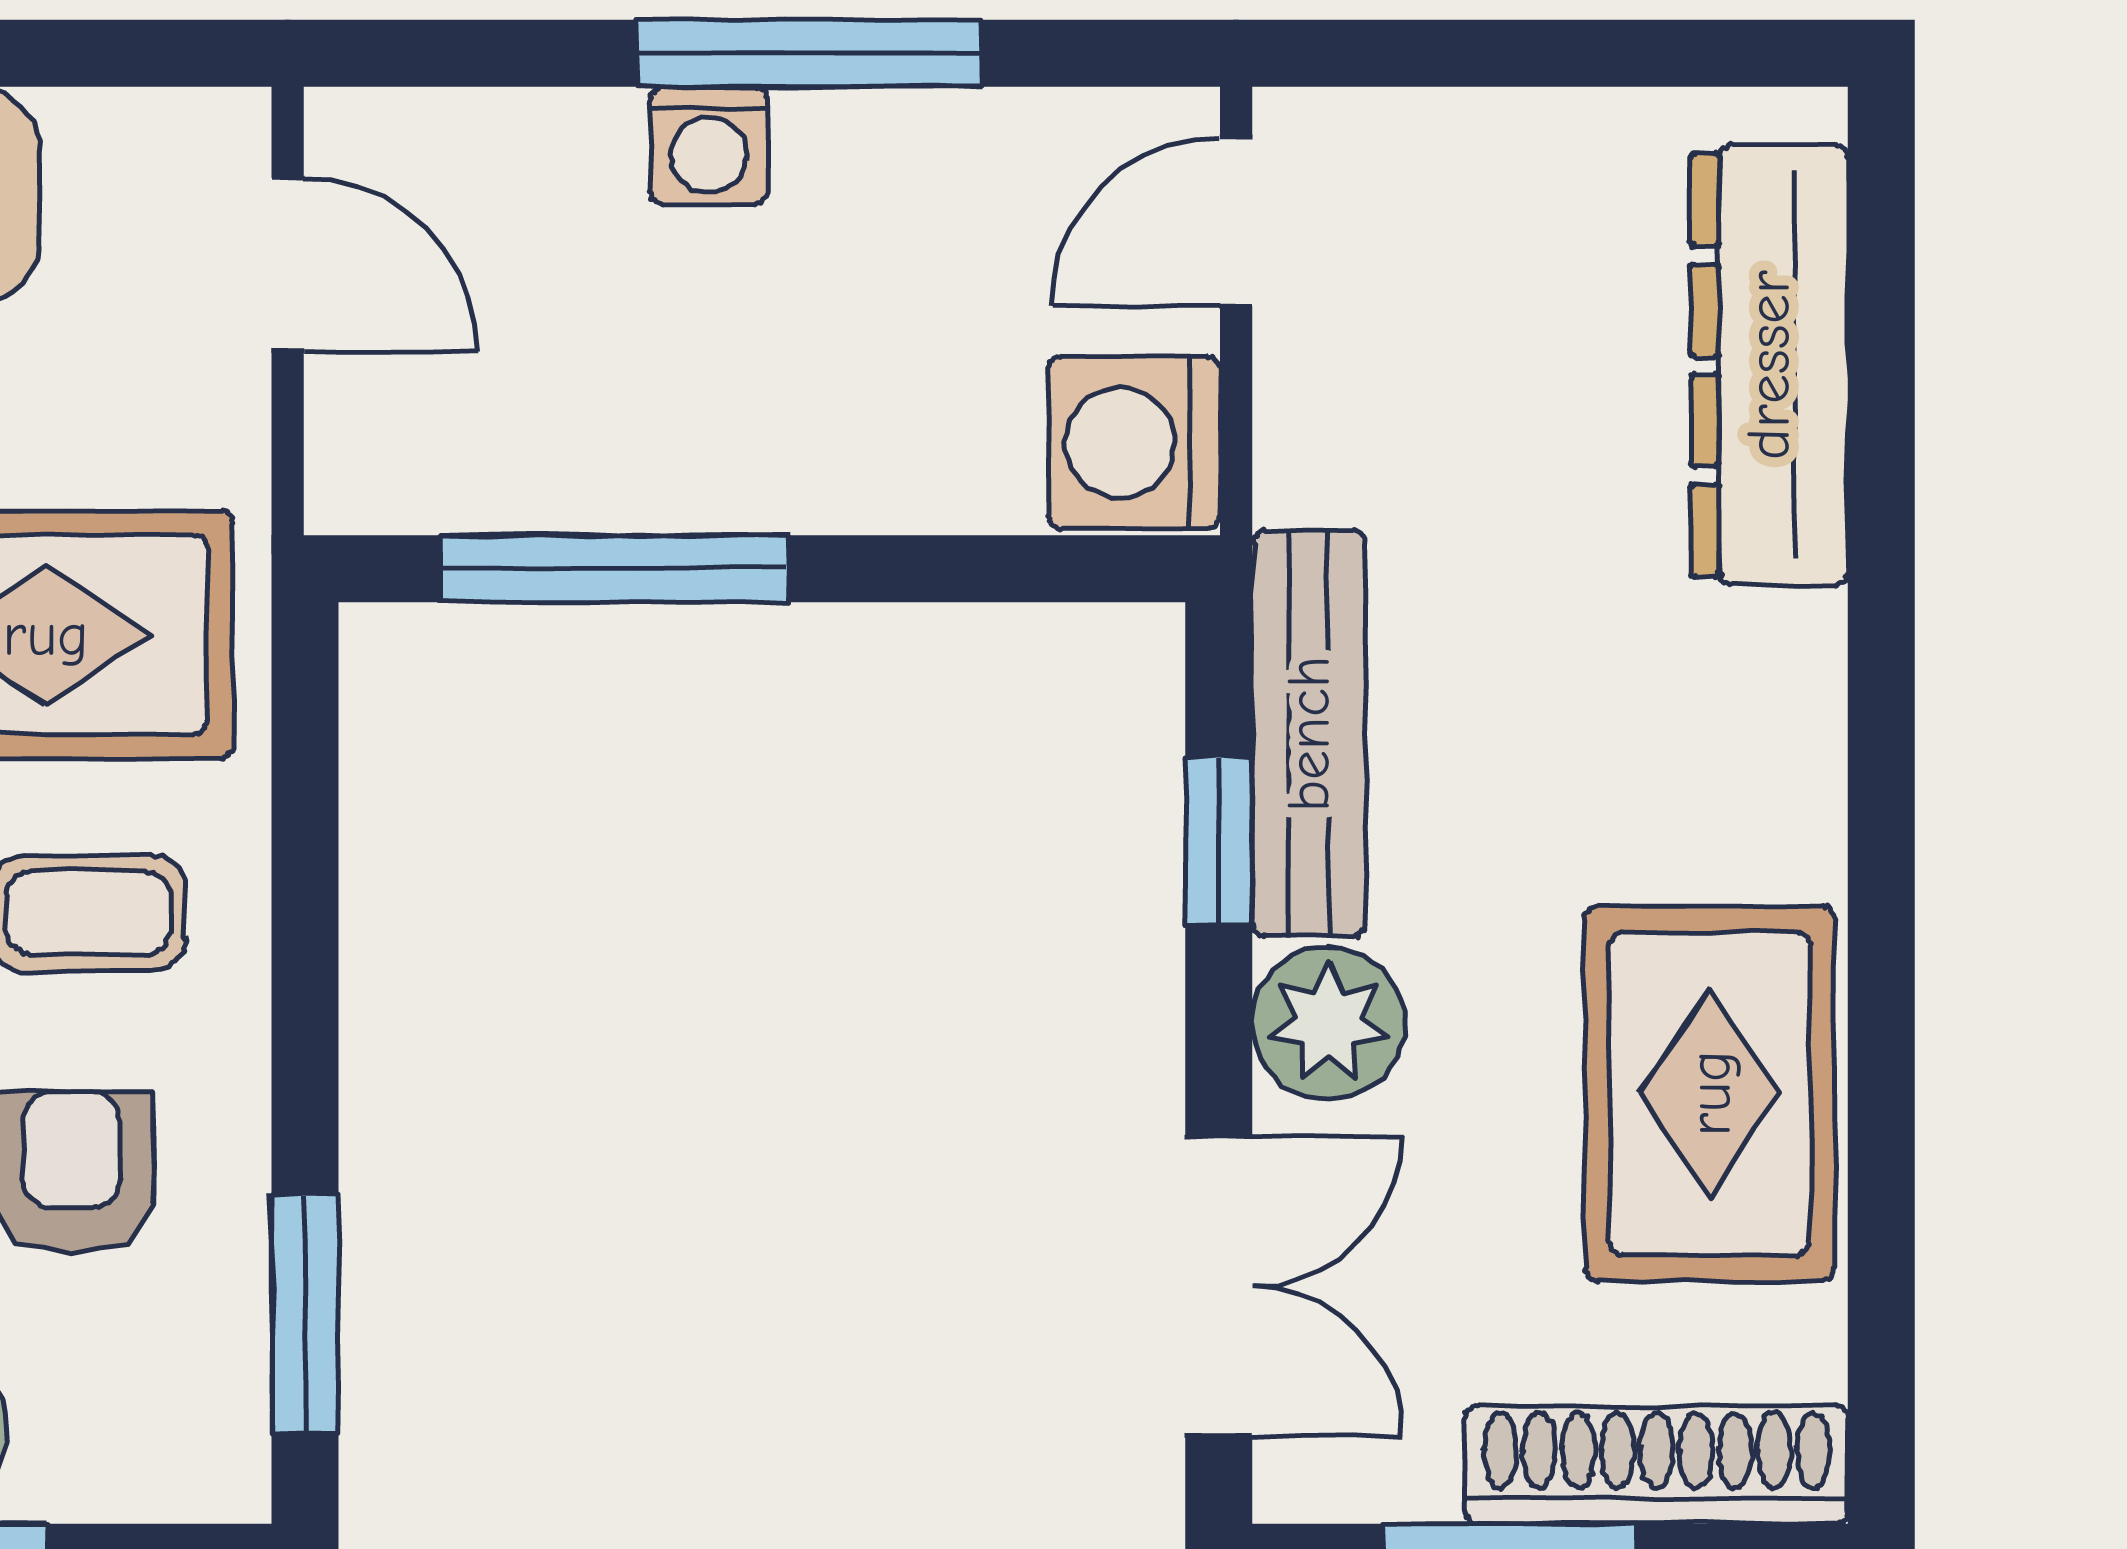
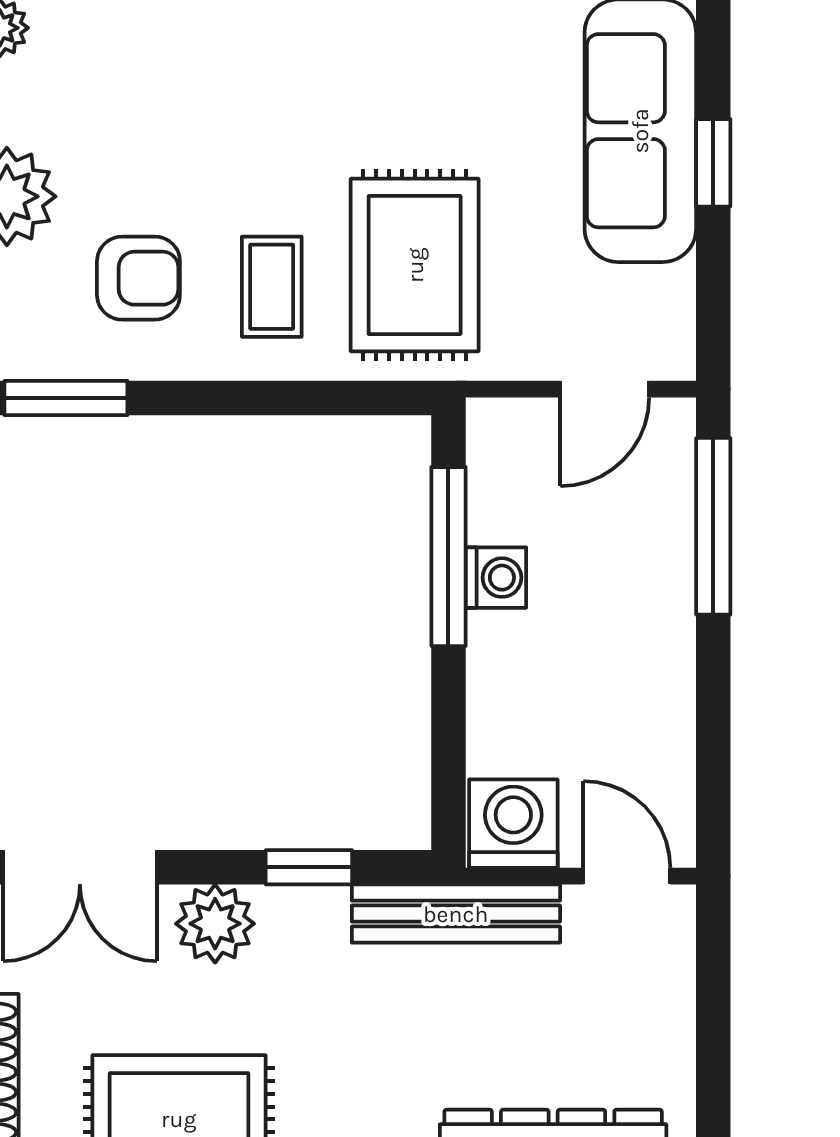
window: (810, 53) -> (713, 526), moved
washing machine: (709, 145) -> (496, 578), moved, turned 180
bench: (1309, 734) -> (456, 914), moved

